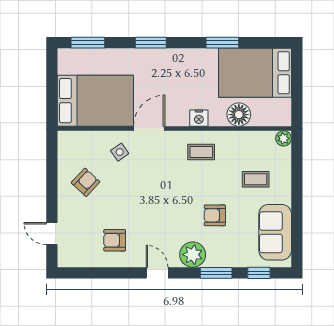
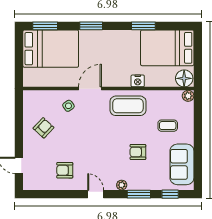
bed: (95, 101) -> (51, 49), moved
floor lamp: (239, 115) -> (184, 78), moved
nightstand: (199, 118) -> (138, 81), moved
coffee table: (201, 152) -> (128, 106), width x1.86, depth x1.72
plant: (193, 255) -> (122, 185), width x0.53, depth x0.53

